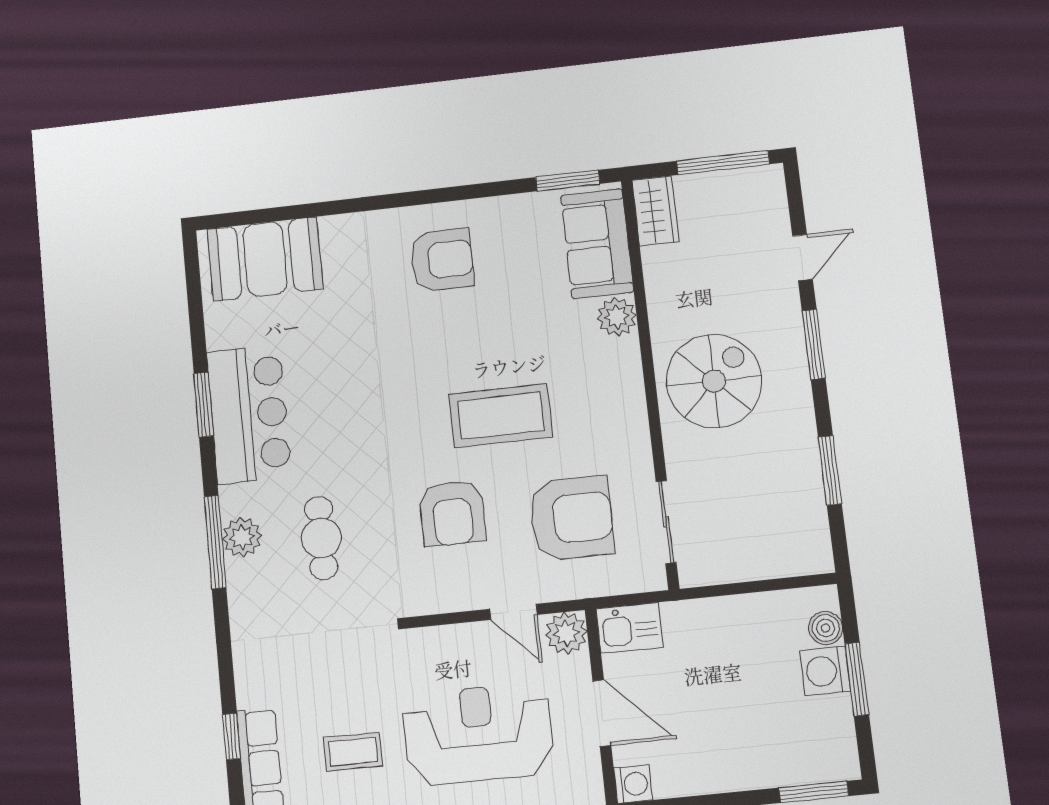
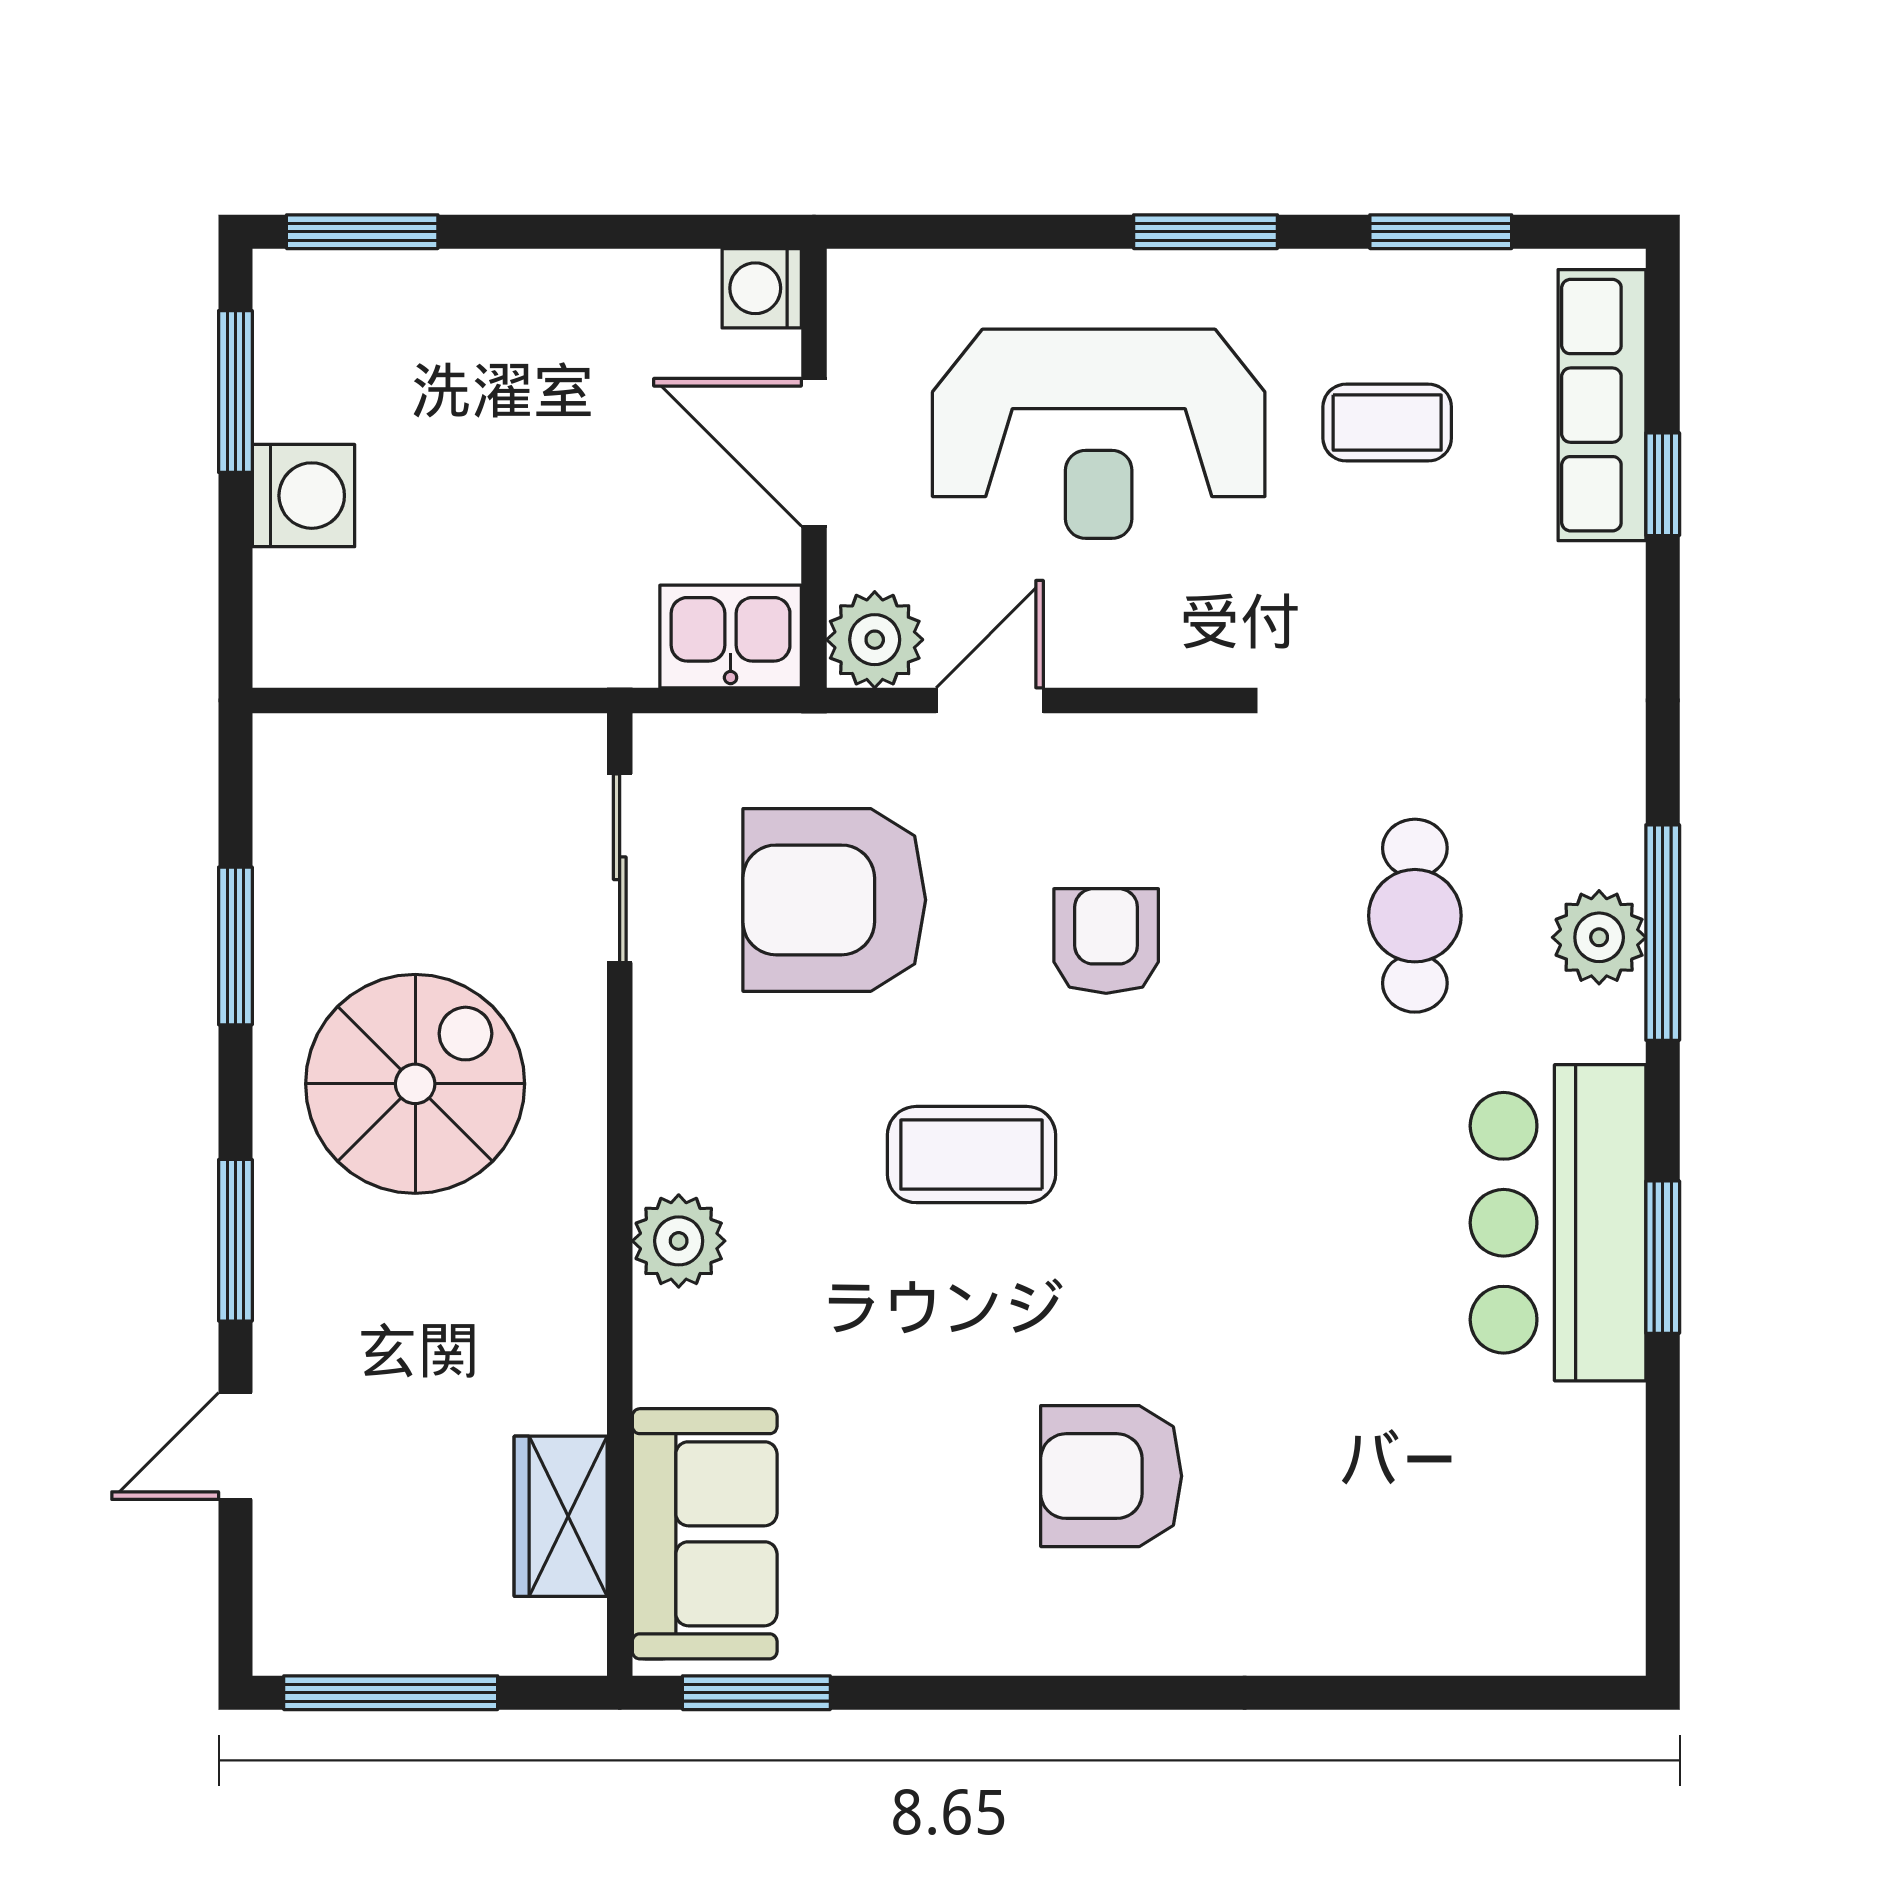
wardrobe: (655, 211) -> (561, 1516), moved
booth: (265, 259) -> (1487, 1588), removed
armchair: (442, 260) -> (1111, 1476), moved
plant: (617, 317) -> (679, 1241), moved
spiral stairs: (714, 381) -> (415, 1084), moved, turned 180
coffee table: (501, 416) -> (971, 1155), width x0.73, depth x0.76
armchair: (452, 513) -> (1106, 941), width x0.72, depth x0.72
door: (513, 612) -> (990, 700), hinge flipped
boiler: (826, 628) -> (290, 591), removed
window: (857, 679) -> (235, 392), moved

